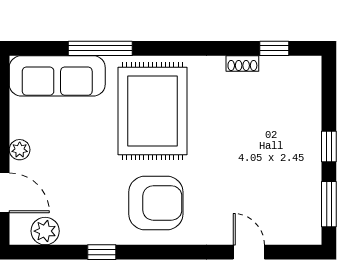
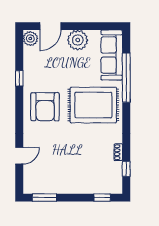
window: (100, 48) -> (126, 78), width x1.46
window: (329, 146) -> (102, 198), moved
plant: (20, 150) -> (78, 40), width x1.87, depth x1.87
plant: (45, 231) -> (30, 39), moved

